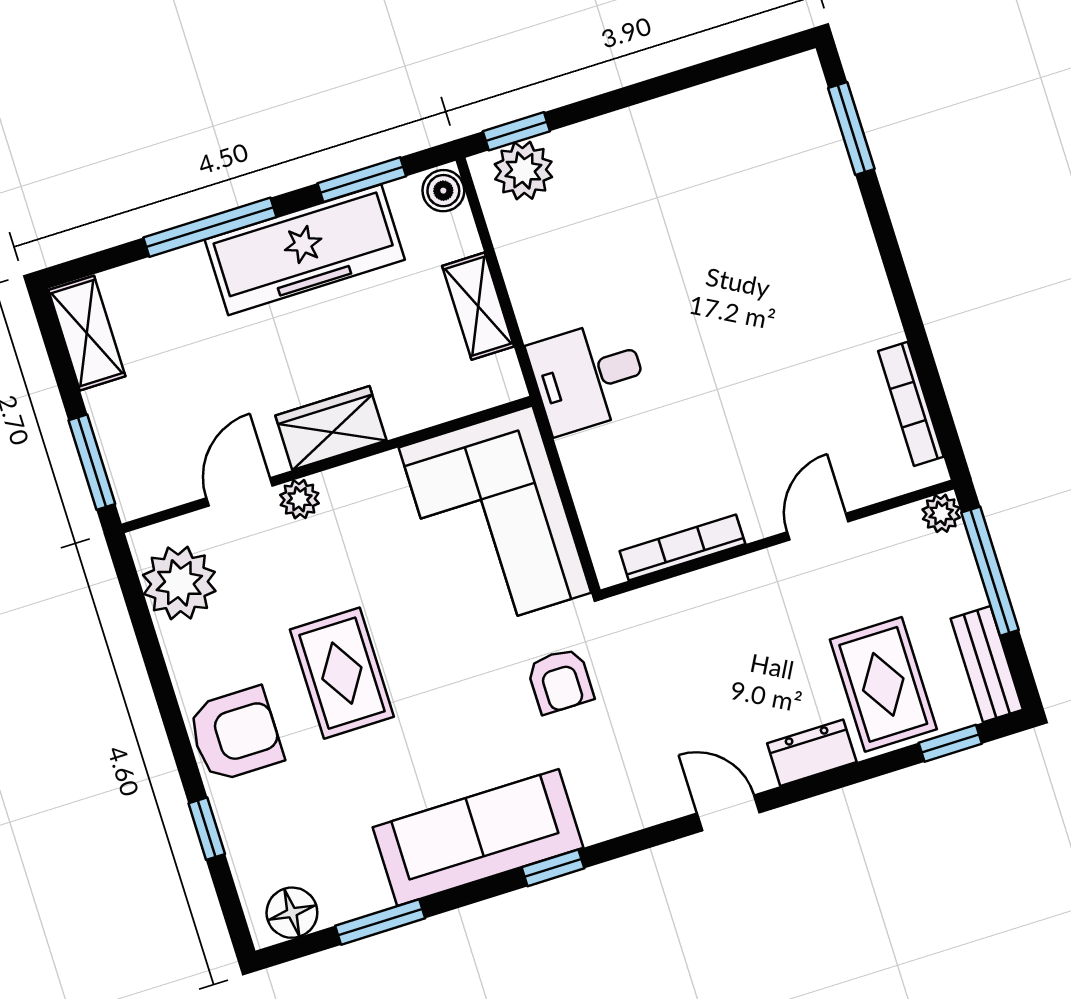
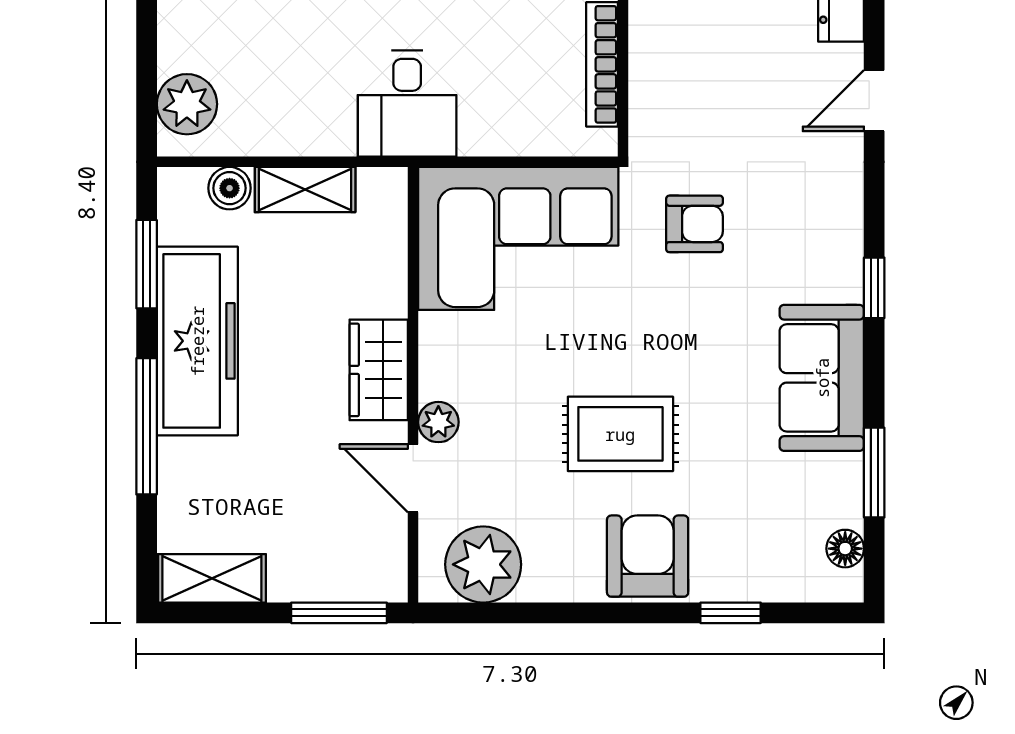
window: (516, 131) -> (147, 99), removed
boiler: (443, 191) -> (230, 188), moved
sofa: (478, 837) -> (822, 378), width x0.73
floor lamp: (292, 913) -> (845, 549), width x0.73, depth x0.73

